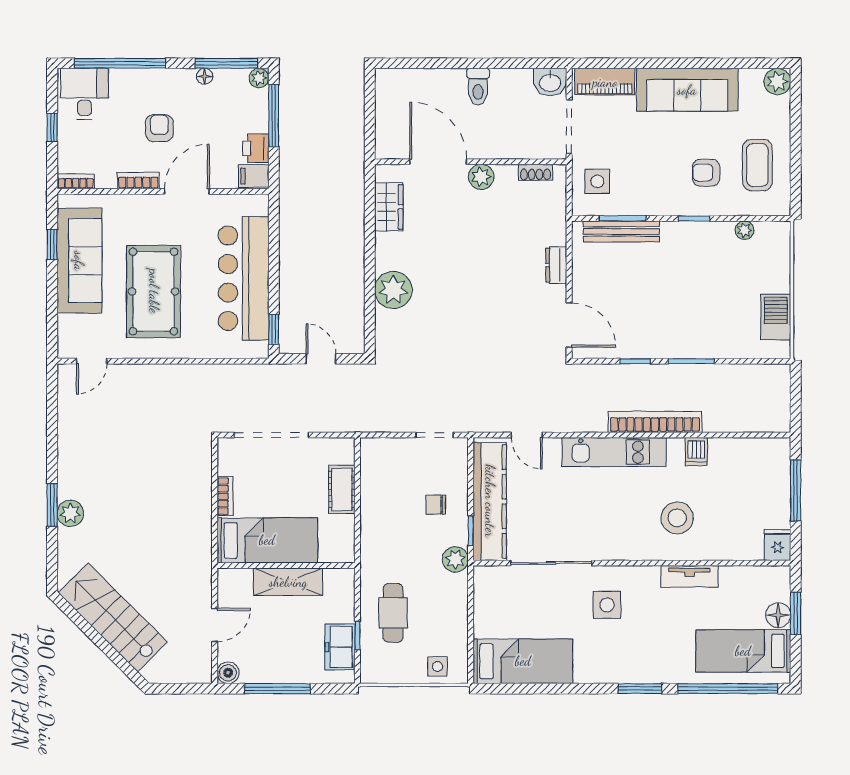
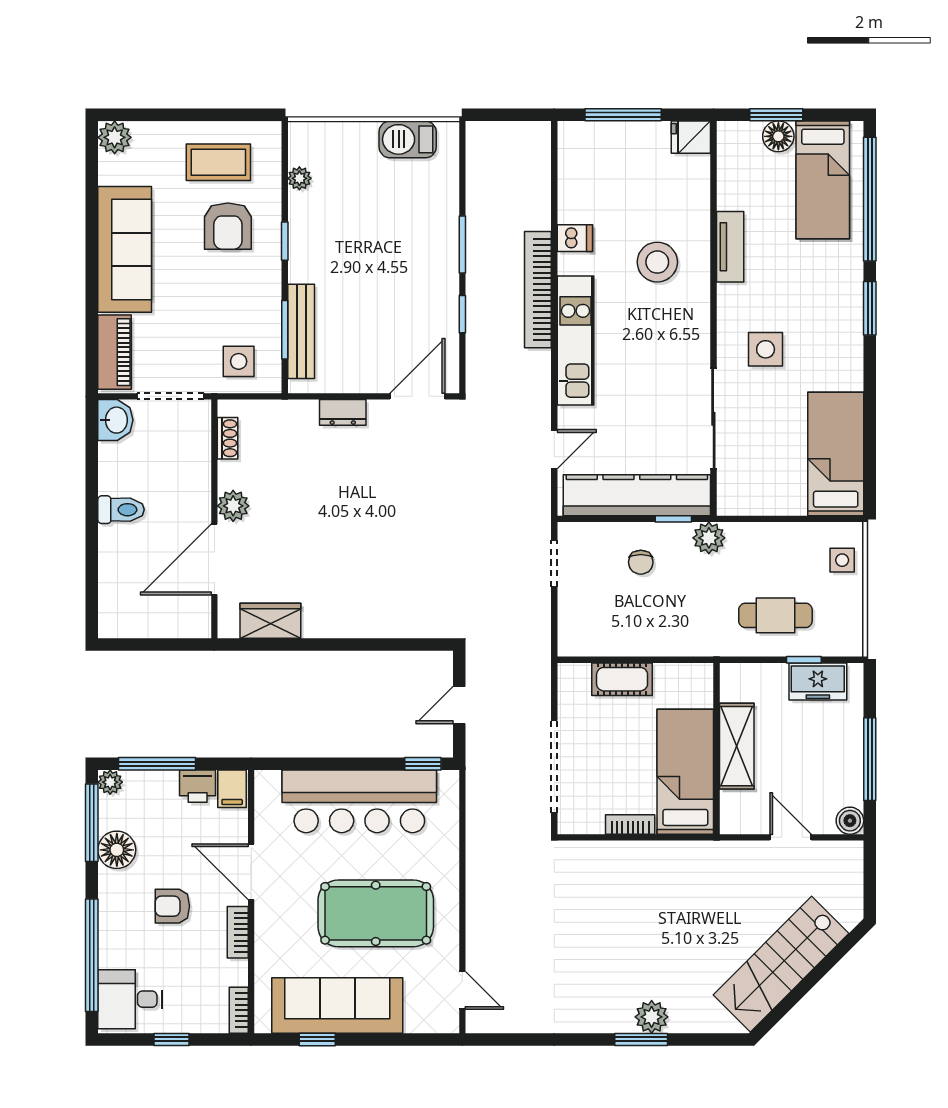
floor lamp: (205, 76) -> (117, 850), width x1.89, depth x1.89
armchair: (706, 173) -> (228, 226), width x1.38, depth x1.38
plant: (393, 290) -> (374, 615), removed

